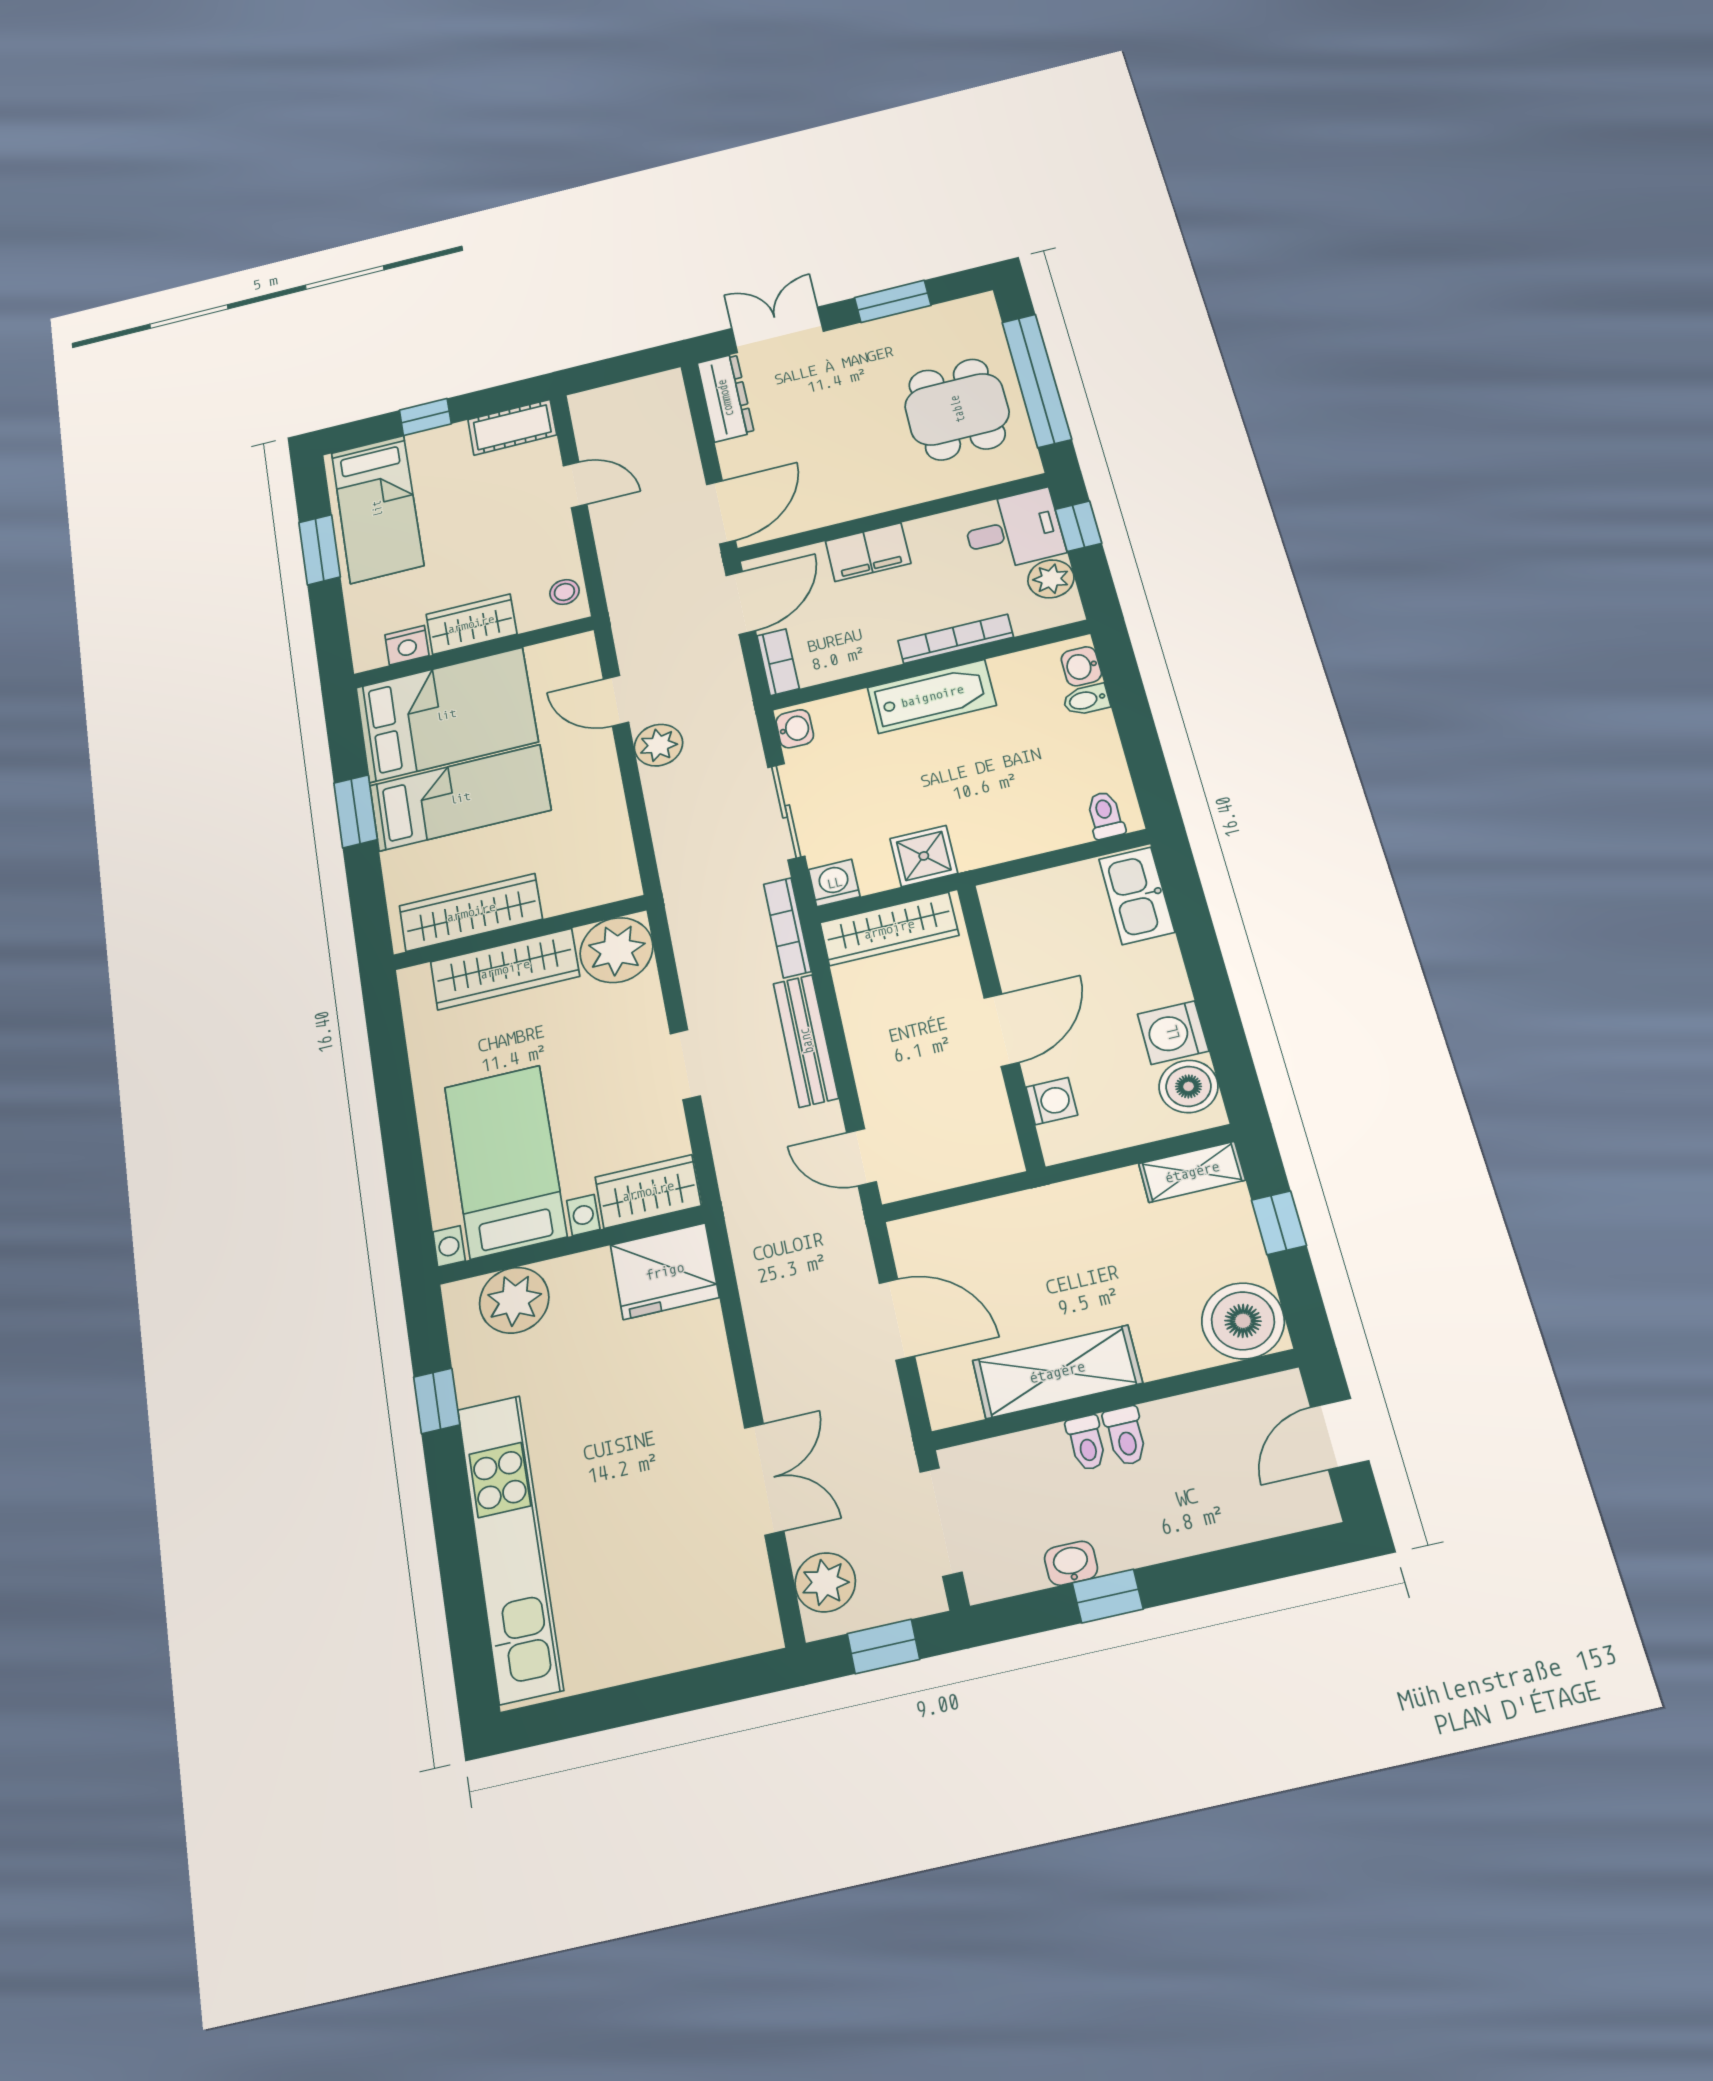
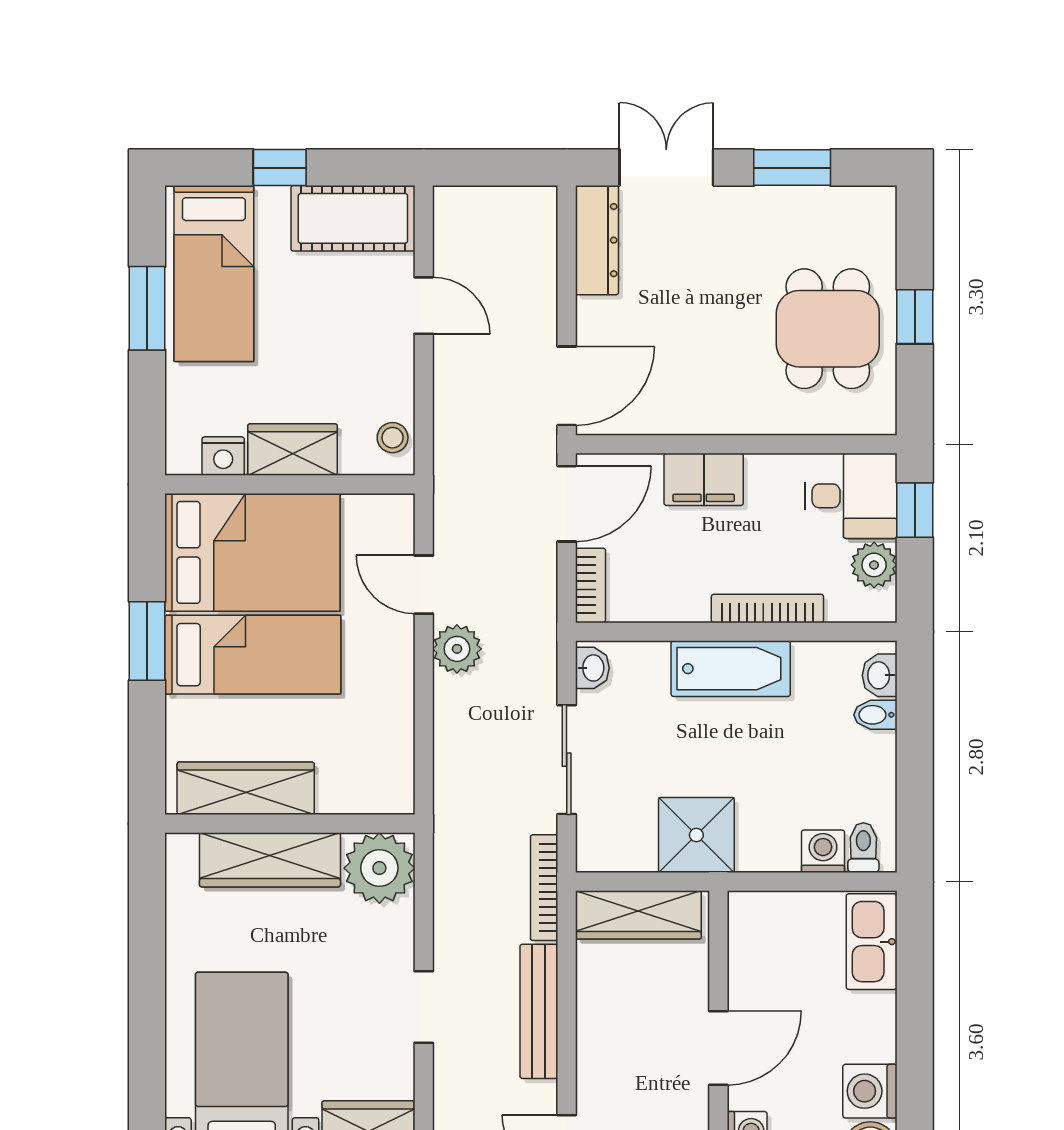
window: (1036, 380) -> (915, 317), width x0.32
cot: (512, 427) -> (353, 218), width x1.37, depth x1.34
shower: (924, 856) -> (696, 835), width x1.36, depth x1.36
washing machine: (834, 883) -> (823, 851), moved

